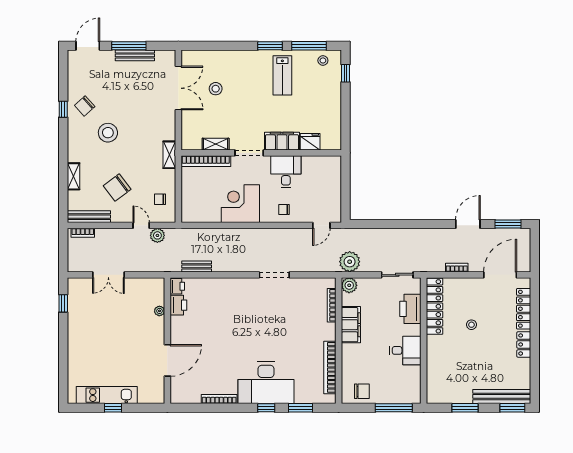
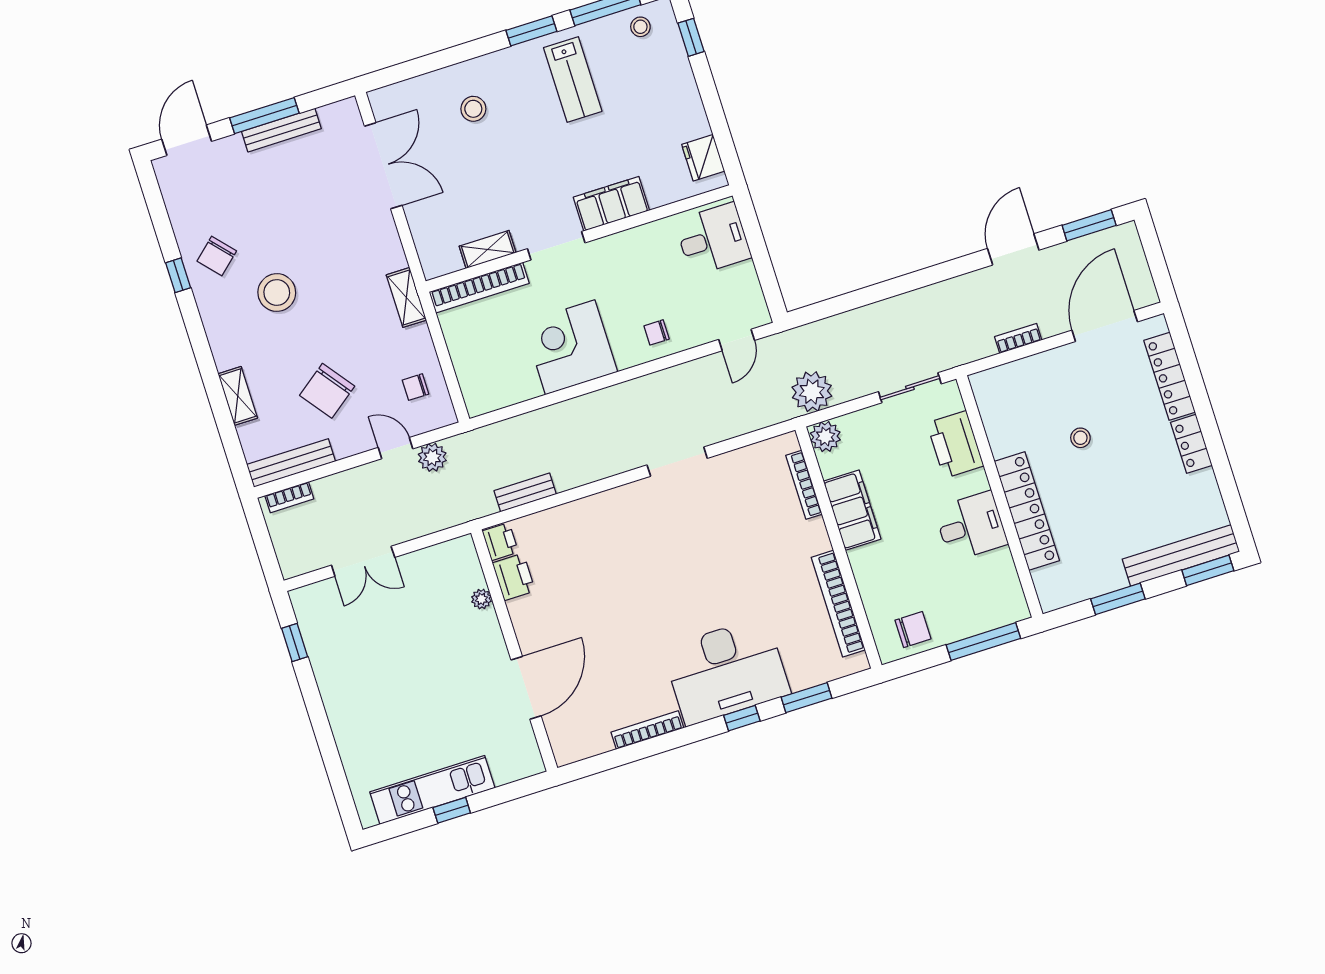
stool: (216, 89) -> (473, 109), moved
fridge: (310, 142) -> (703, 158), moved, turned -90
desk: (286, 172) -> (713, 239), moved, turned 90
locker: (435, 306) -> (1027, 511), moved

